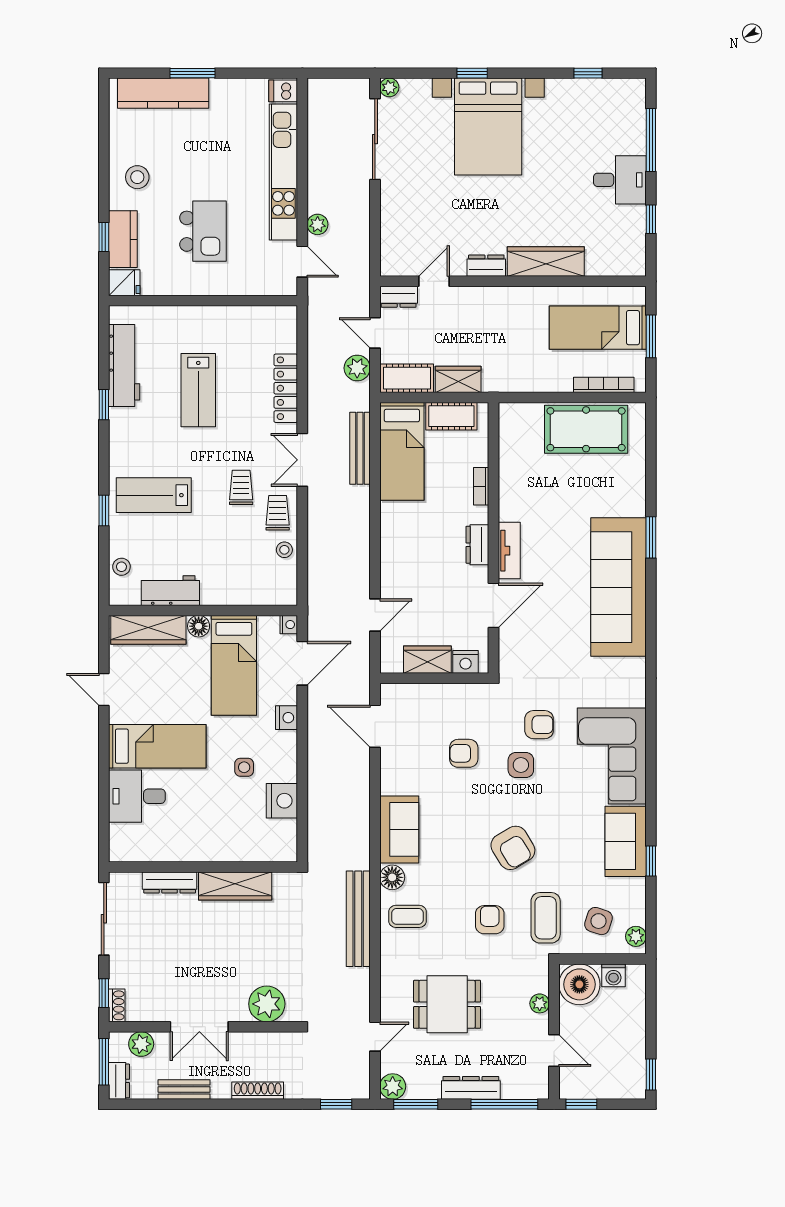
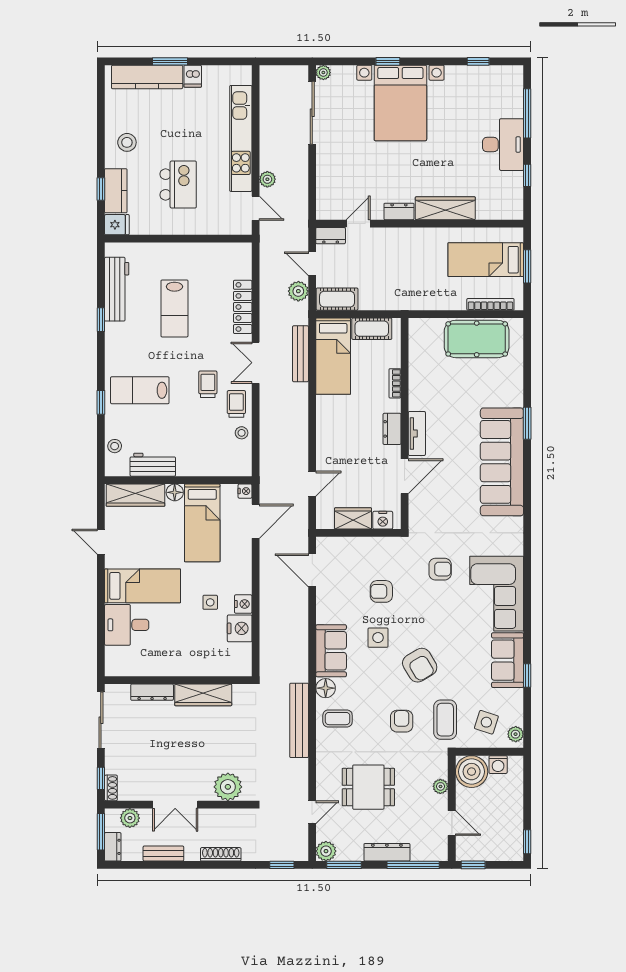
dishwasher: (283, 91) -> (193, 76), moved, turned -90
desk: (620, 180) -> (503, 145), width x1.37
wardrobe: (458, 379) -> (377, 300), removed
nightstand: (287, 718) -> (243, 604), moved
side table: (521, 765) -> (378, 638), moved

